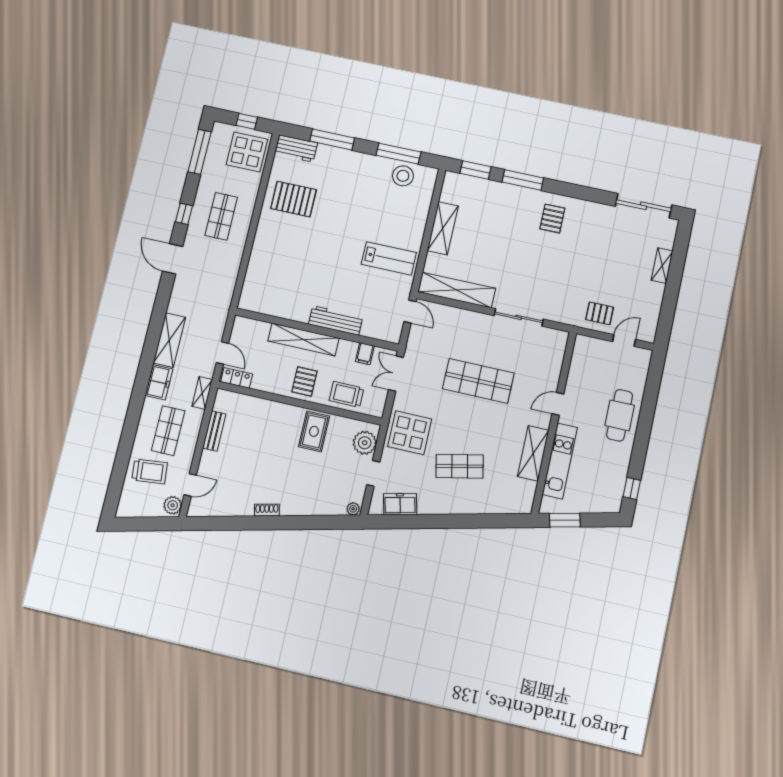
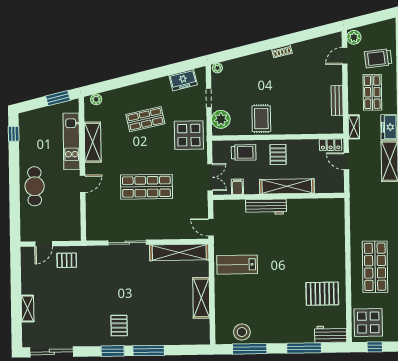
window: (476, 170) -> (113, 351), moved
shop shelf: (221, 216) -> (375, 267), width x1.43, depth x1.36
plant: (516, 507) -> (96, 99), added

